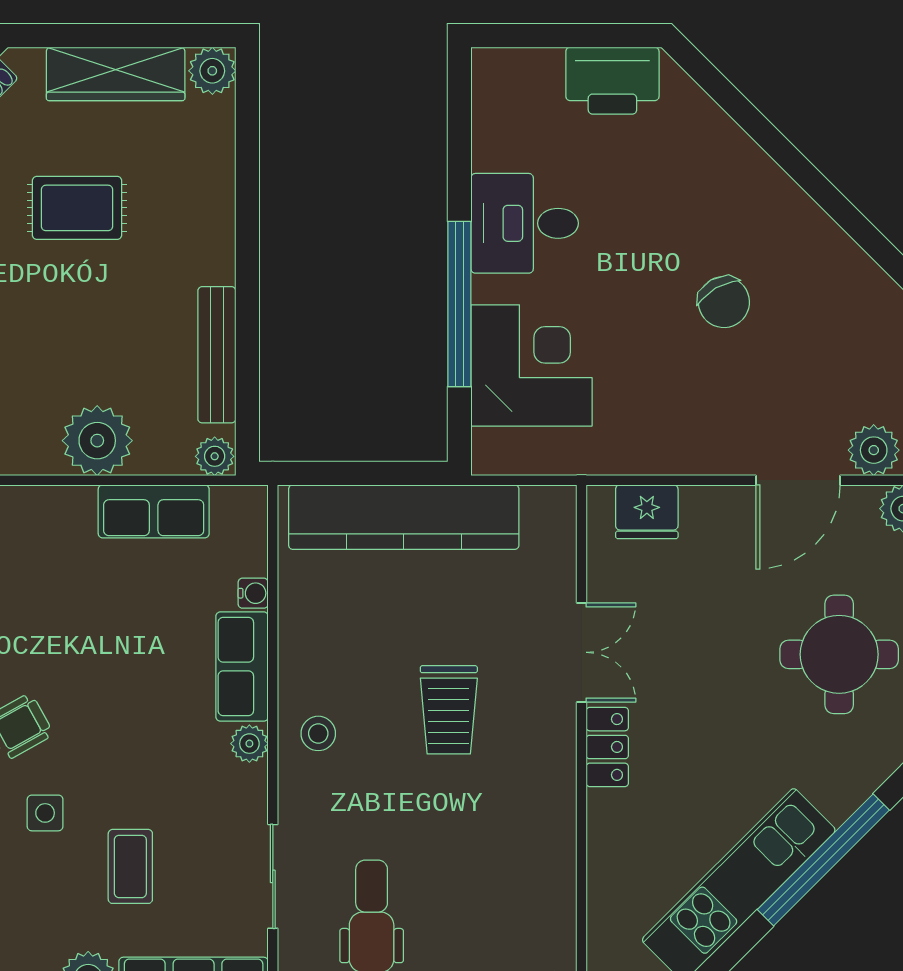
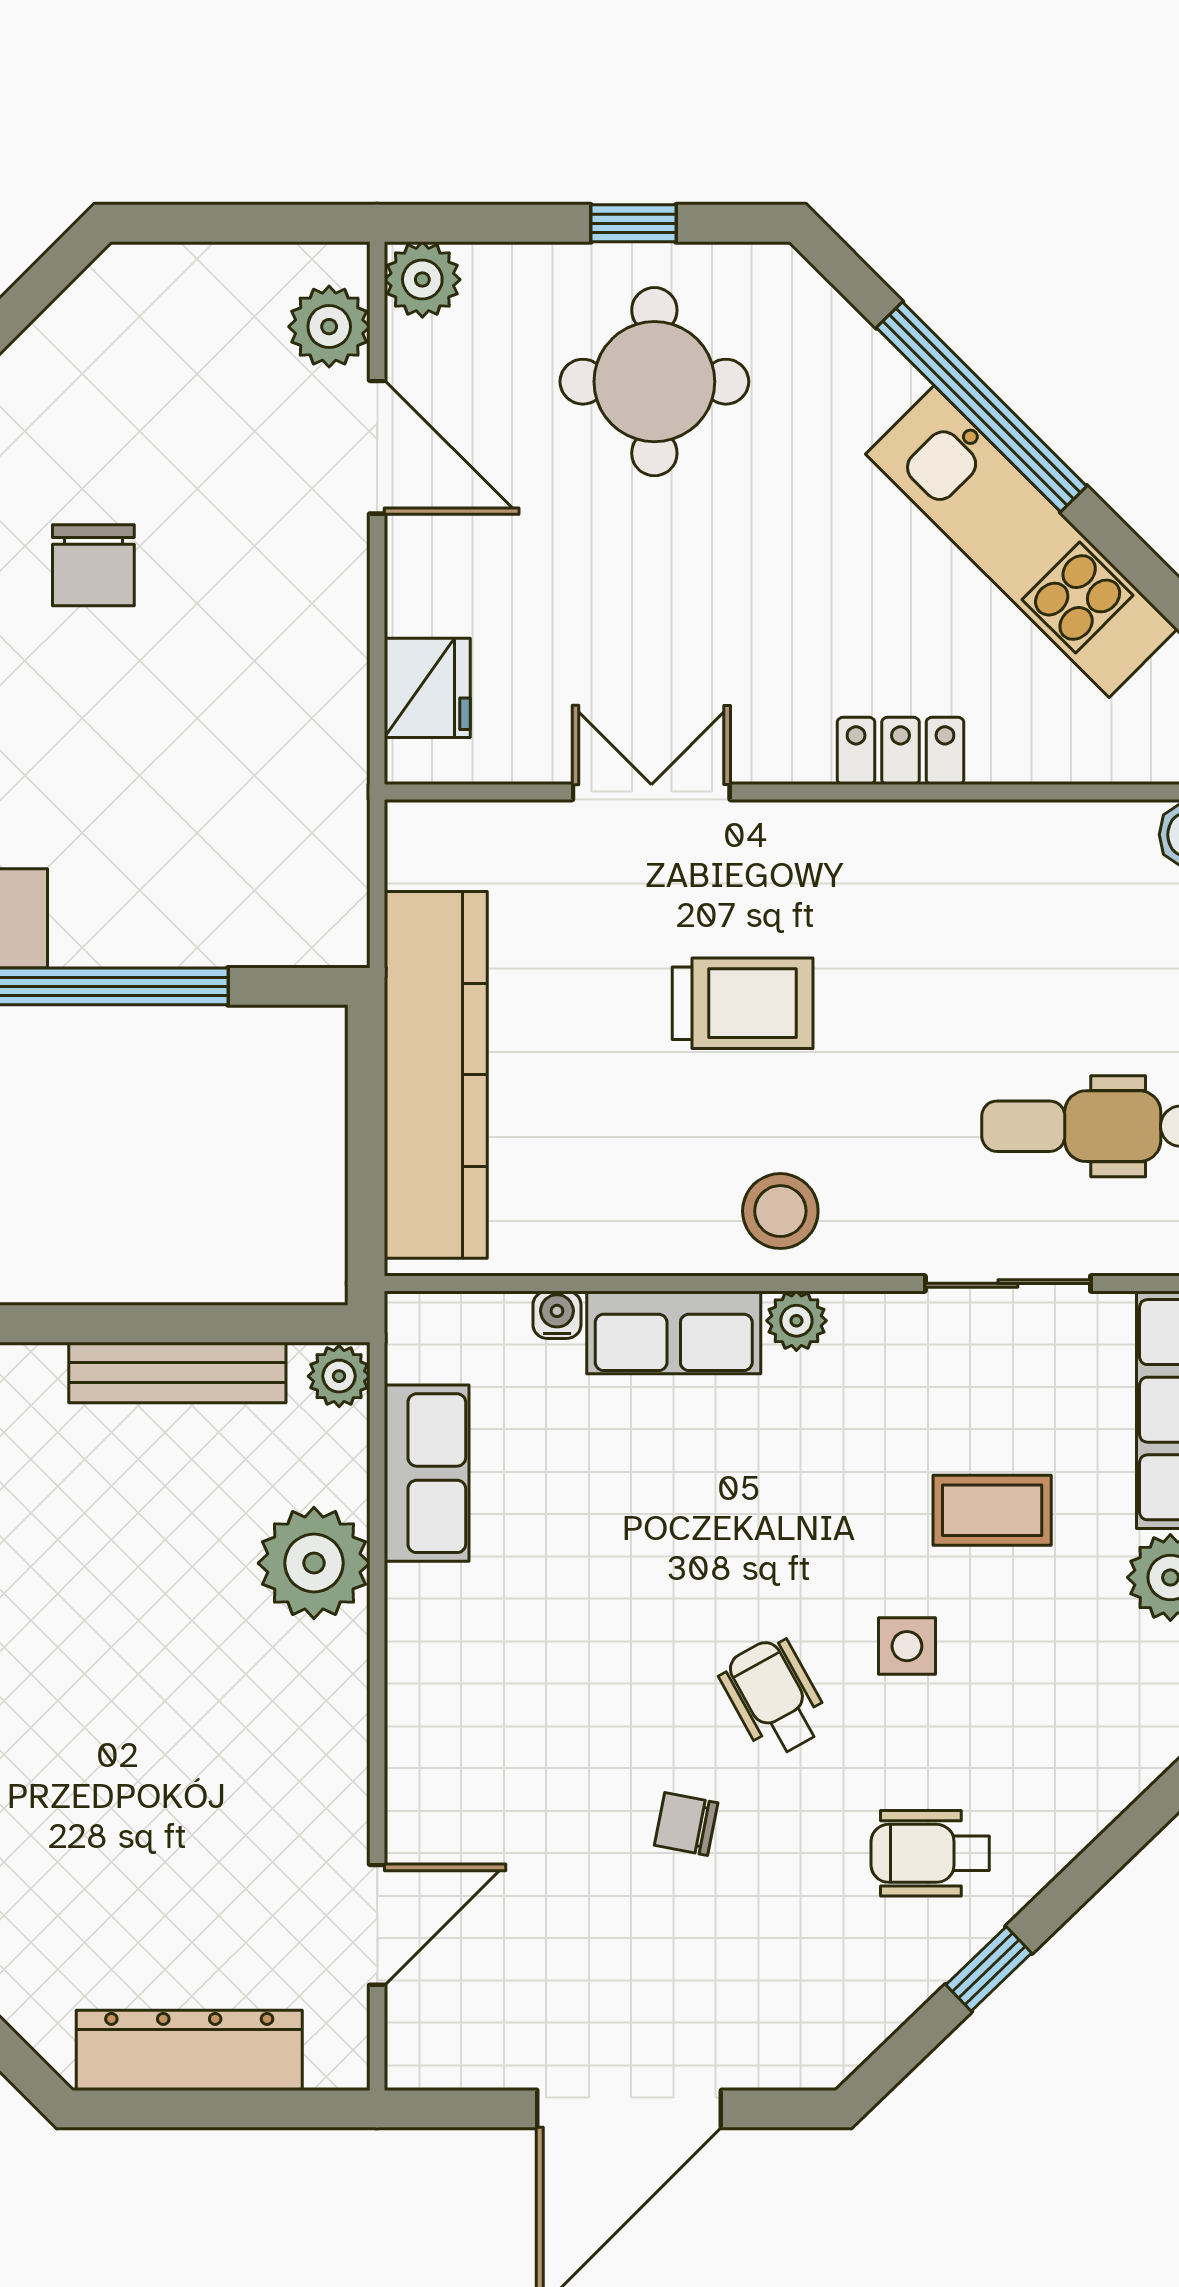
chair: (724, 302) -> (93, 565), turned 120
corner desk: (532, 365) -> (194, 872), removed
stool: (318, 733) -> (780, 1211), width x1.37, depth x1.37
locker: (607, 747) -> (900, 751), moved

